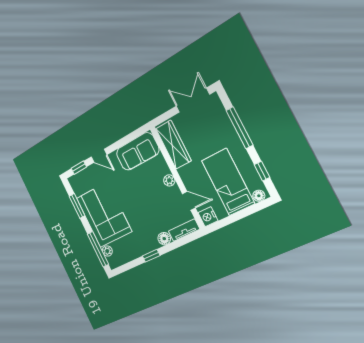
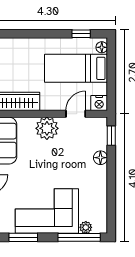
window: (240, 128) -> (33, 34), removed
plant: (169, 180) -> (47, 128), width x1.88, depth x1.88
tv unit: (184, 230) -> (101, 133), removed
window: (151, 256) -> (111, 136), moved

